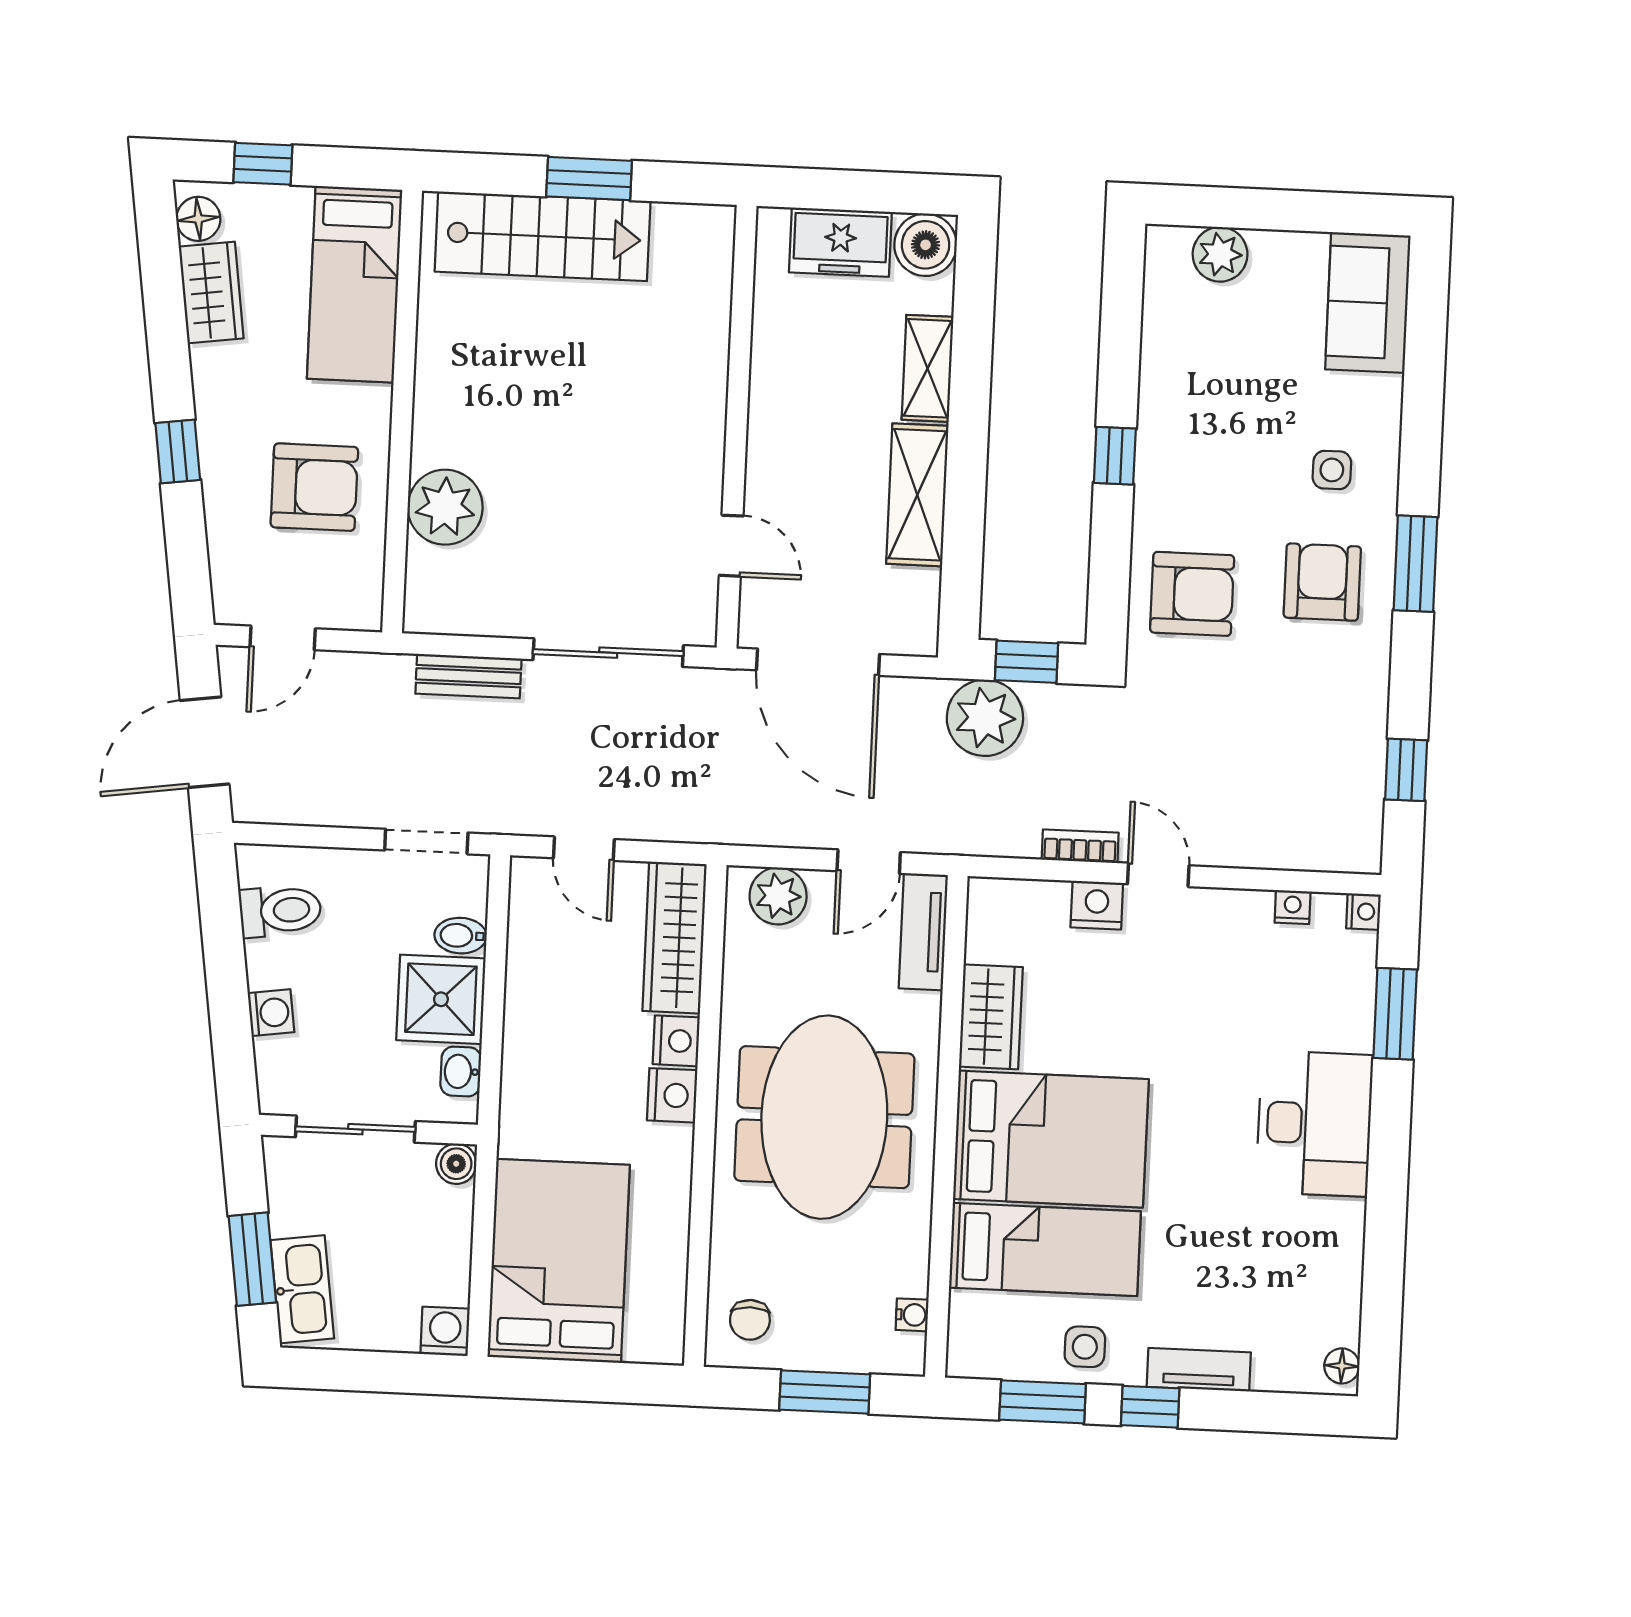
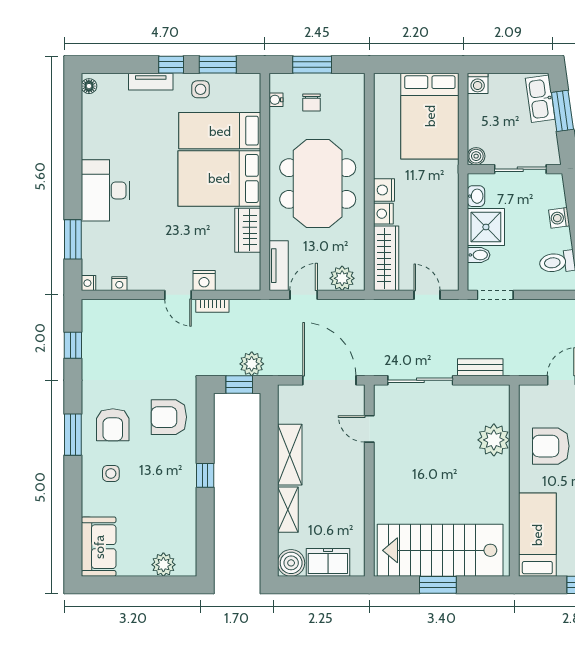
stairs: (543, 236) -> (440, 550), width x1.36, depth x1.51
plant: (985, 718) -> (252, 364), width x0.73, depth x0.73
chair: (750, 1320) -> (311, 103), moved, turned 180

